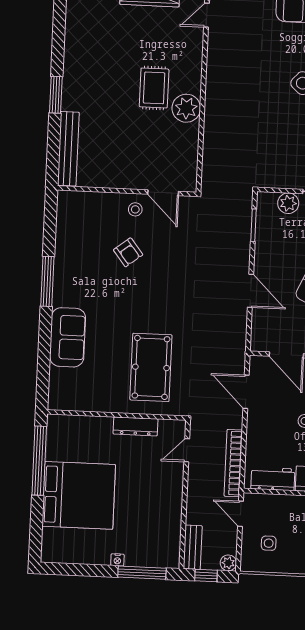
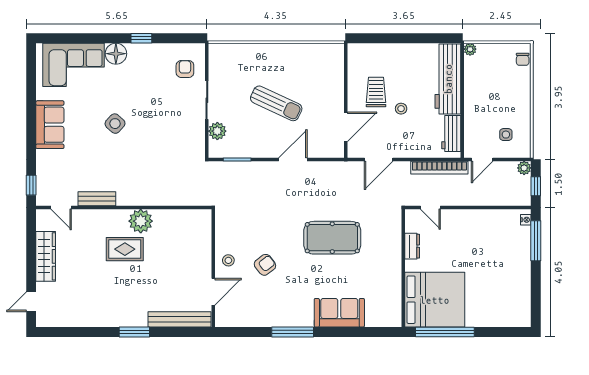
door: (163, 193) -> (213, 292), moved
pool table: (151, 367) -> (332, 238), moved
dresser: (136, 426) -> (412, 246), width x0.70
bed: (79, 495) -> (435, 300), moved, turned 90
bench: (193, 547) -> (97, 199), moved
nightstand: (117, 560) -> (526, 220), moved

